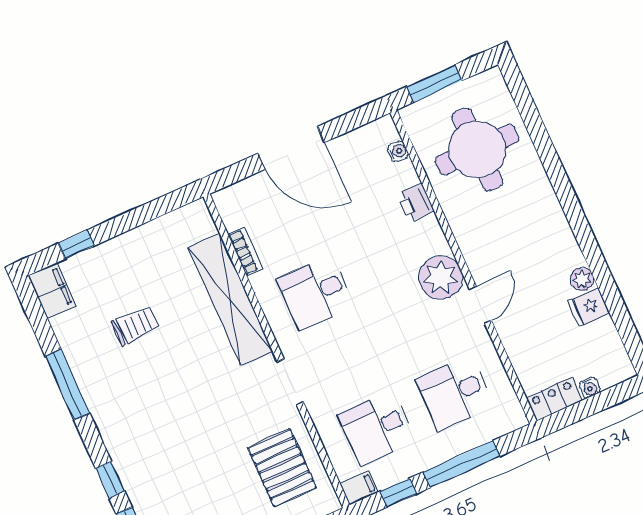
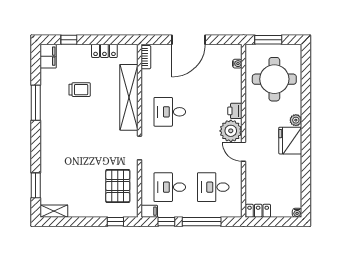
door: (291, 148) -> (189, 40), hinge flipped
printer: (416, 203) -> (235, 111), moved
locker: (149, 236) -> (104, 51), added
bookcase: (245, 251) -> (146, 57), moved
plant: (582, 279) -> (296, 120), moved
door: (480, 305) -> (244, 152), swing flipped
fridge: (589, 307) -> (290, 141), moved, width x1.88, depth x1.34
water cooler: (589, 387) -> (297, 213), moved
window: (110, 480) -> (36, 156), removed

